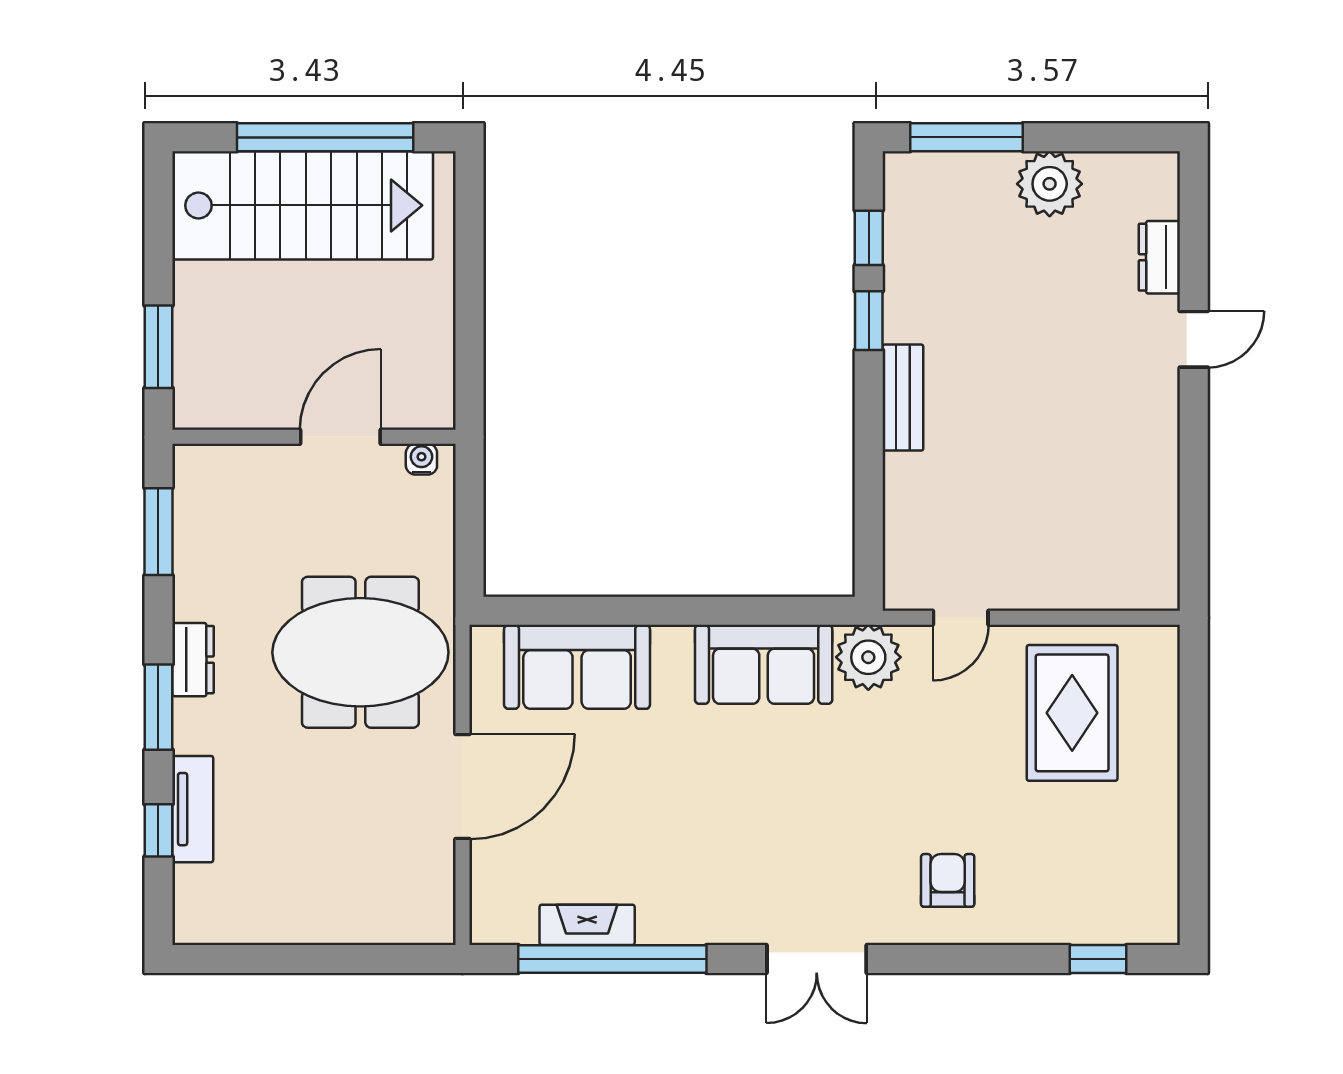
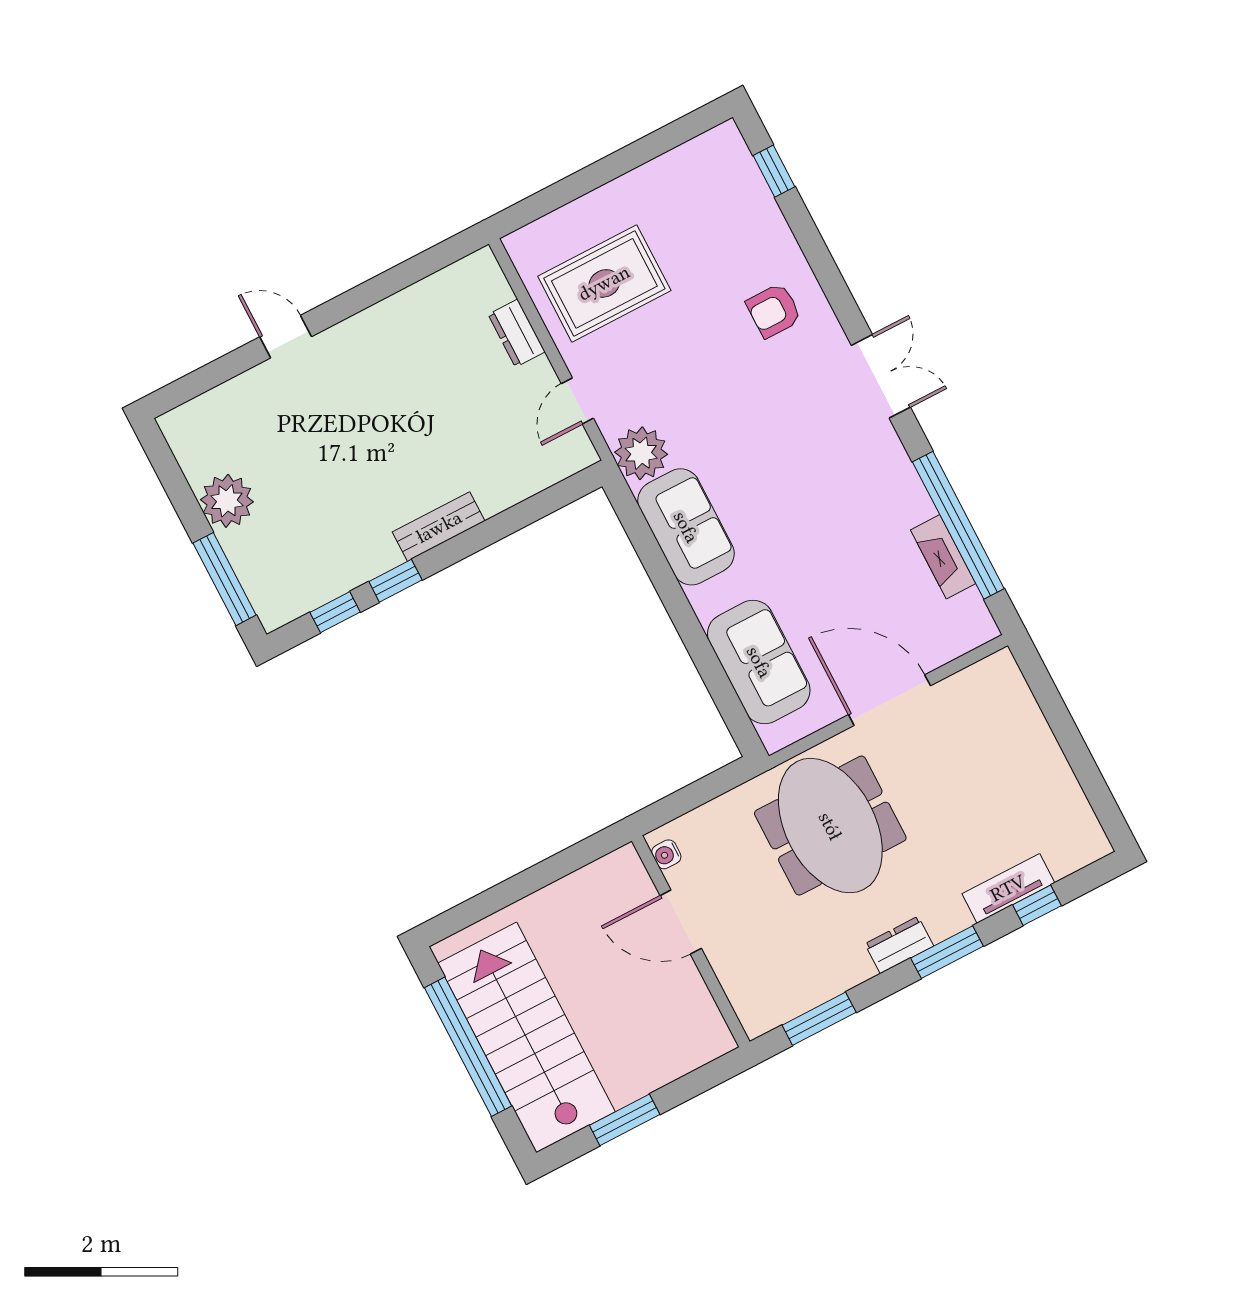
dresser: (1159, 257) -> (517, 333), moved, turned 90
window: (158, 347) -> (625, 1120), moved
door: (961, 618) -> (577, 401), swing flipped

